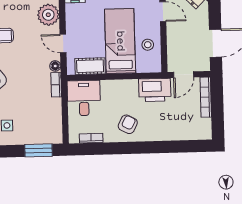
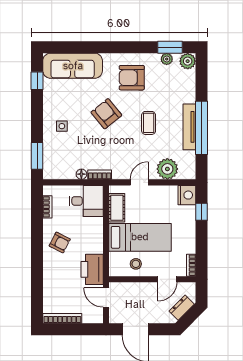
floor lamp: (55, 66) -> (81, 174), moved
bookcase: (206, 97) -> (62, 318), moved

